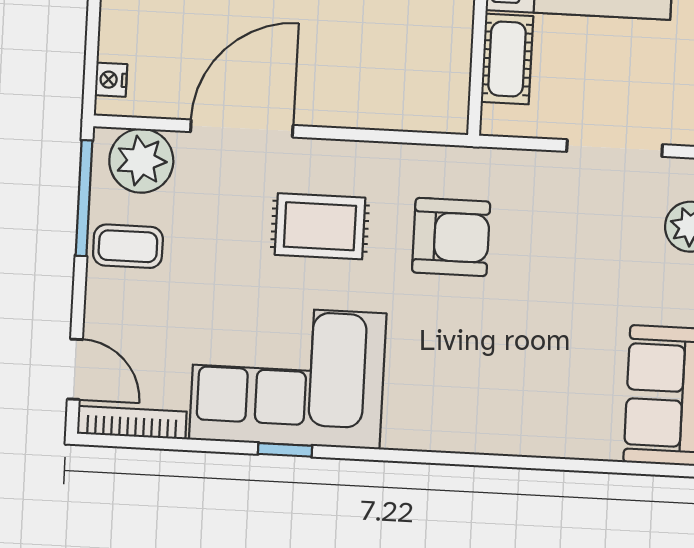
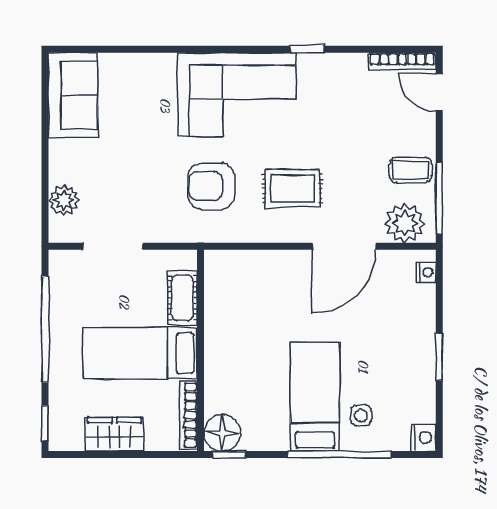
corner sofa: (288, 376) -> (237, 95), moved

